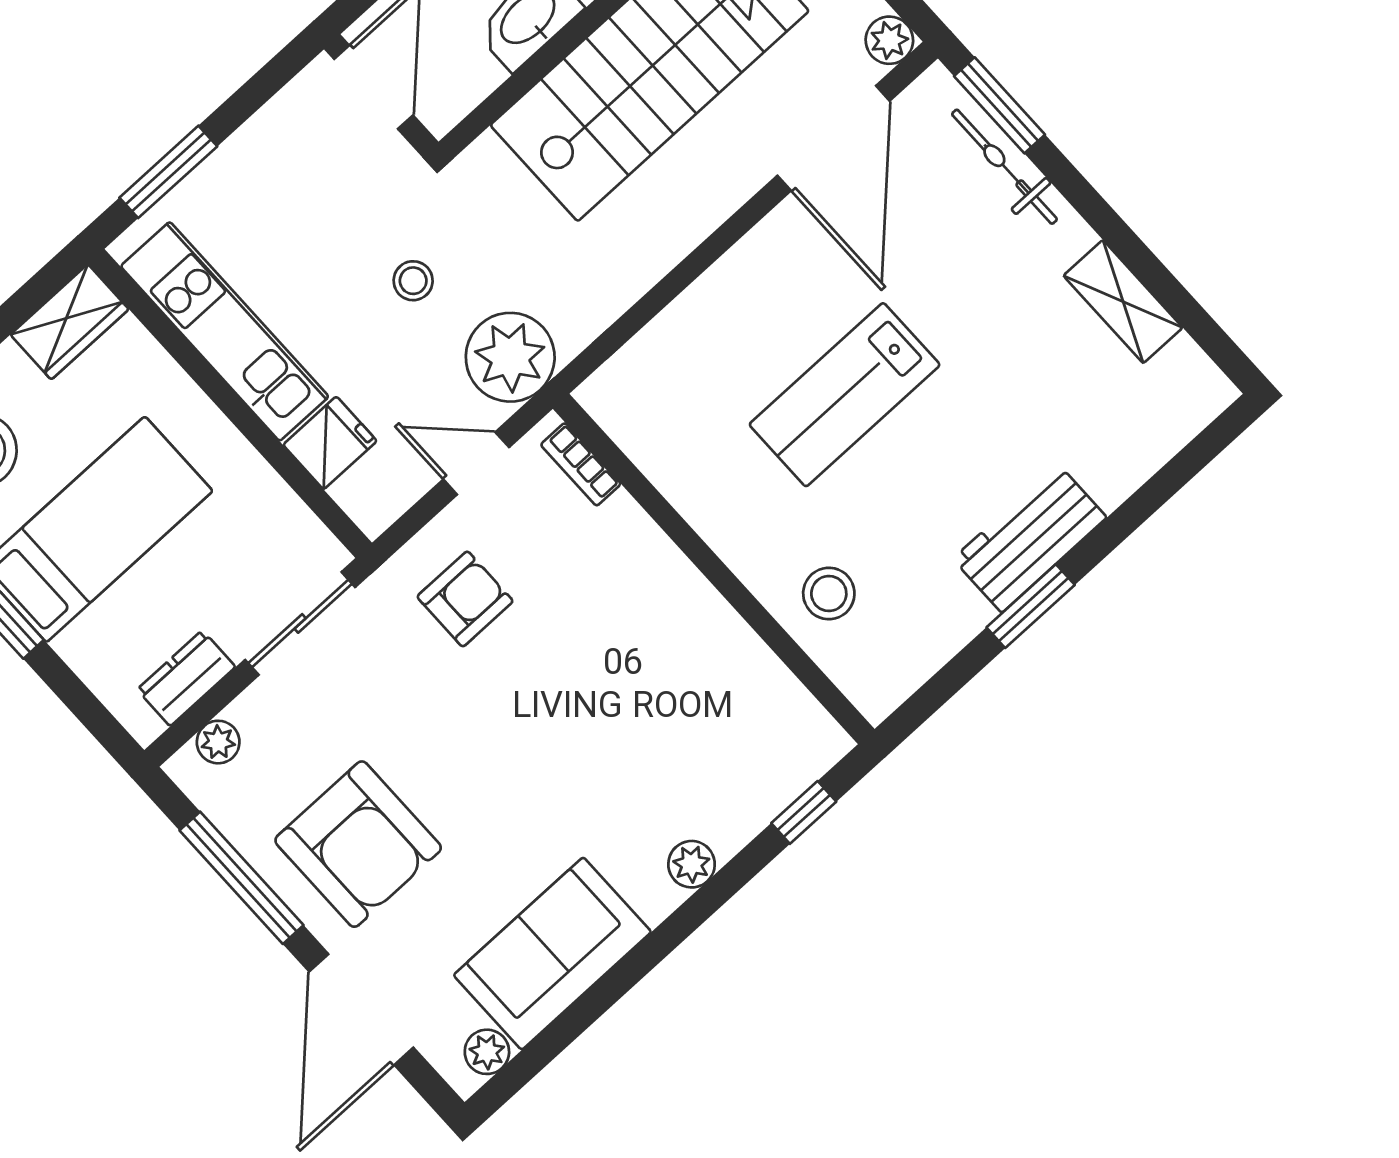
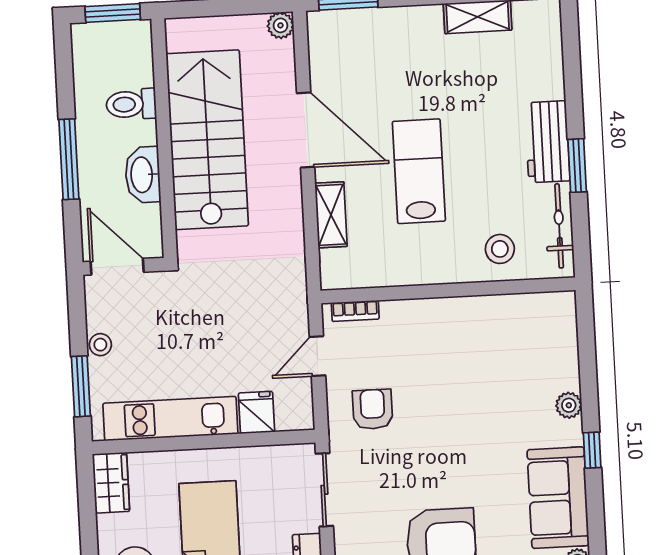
door: (833, 138) -> (306, 130), moved
bicycle: (1004, 167) -> (559, 226), moved, turned 90
stool: (413, 281) -> (100, 345), moved
shelving: (686, 323) -> (331, 215), added
plant: (510, 357) -> (283, 303), removed
lab bench: (845, 395) -> (419, 171), turned 180
window: (804, 812) -> (592, 450), moved

